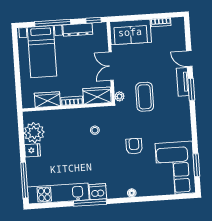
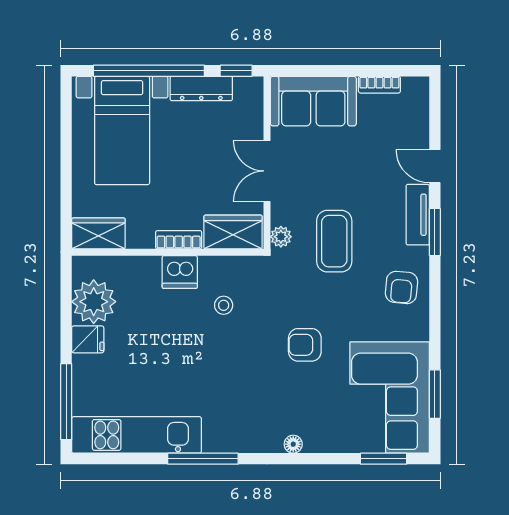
window: (53, 23) -> (149, 71), width x1.46
wardrobe: (47, 100) -> (98, 233), moved
armchair: (177, 116) -> (401, 287), added
armchair: (134, 146) -> (305, 345), turned -90
dishwasher: (98, 192) -> (180, 272), moved, turned 180
window: (174, 197) -> (384, 459), added

